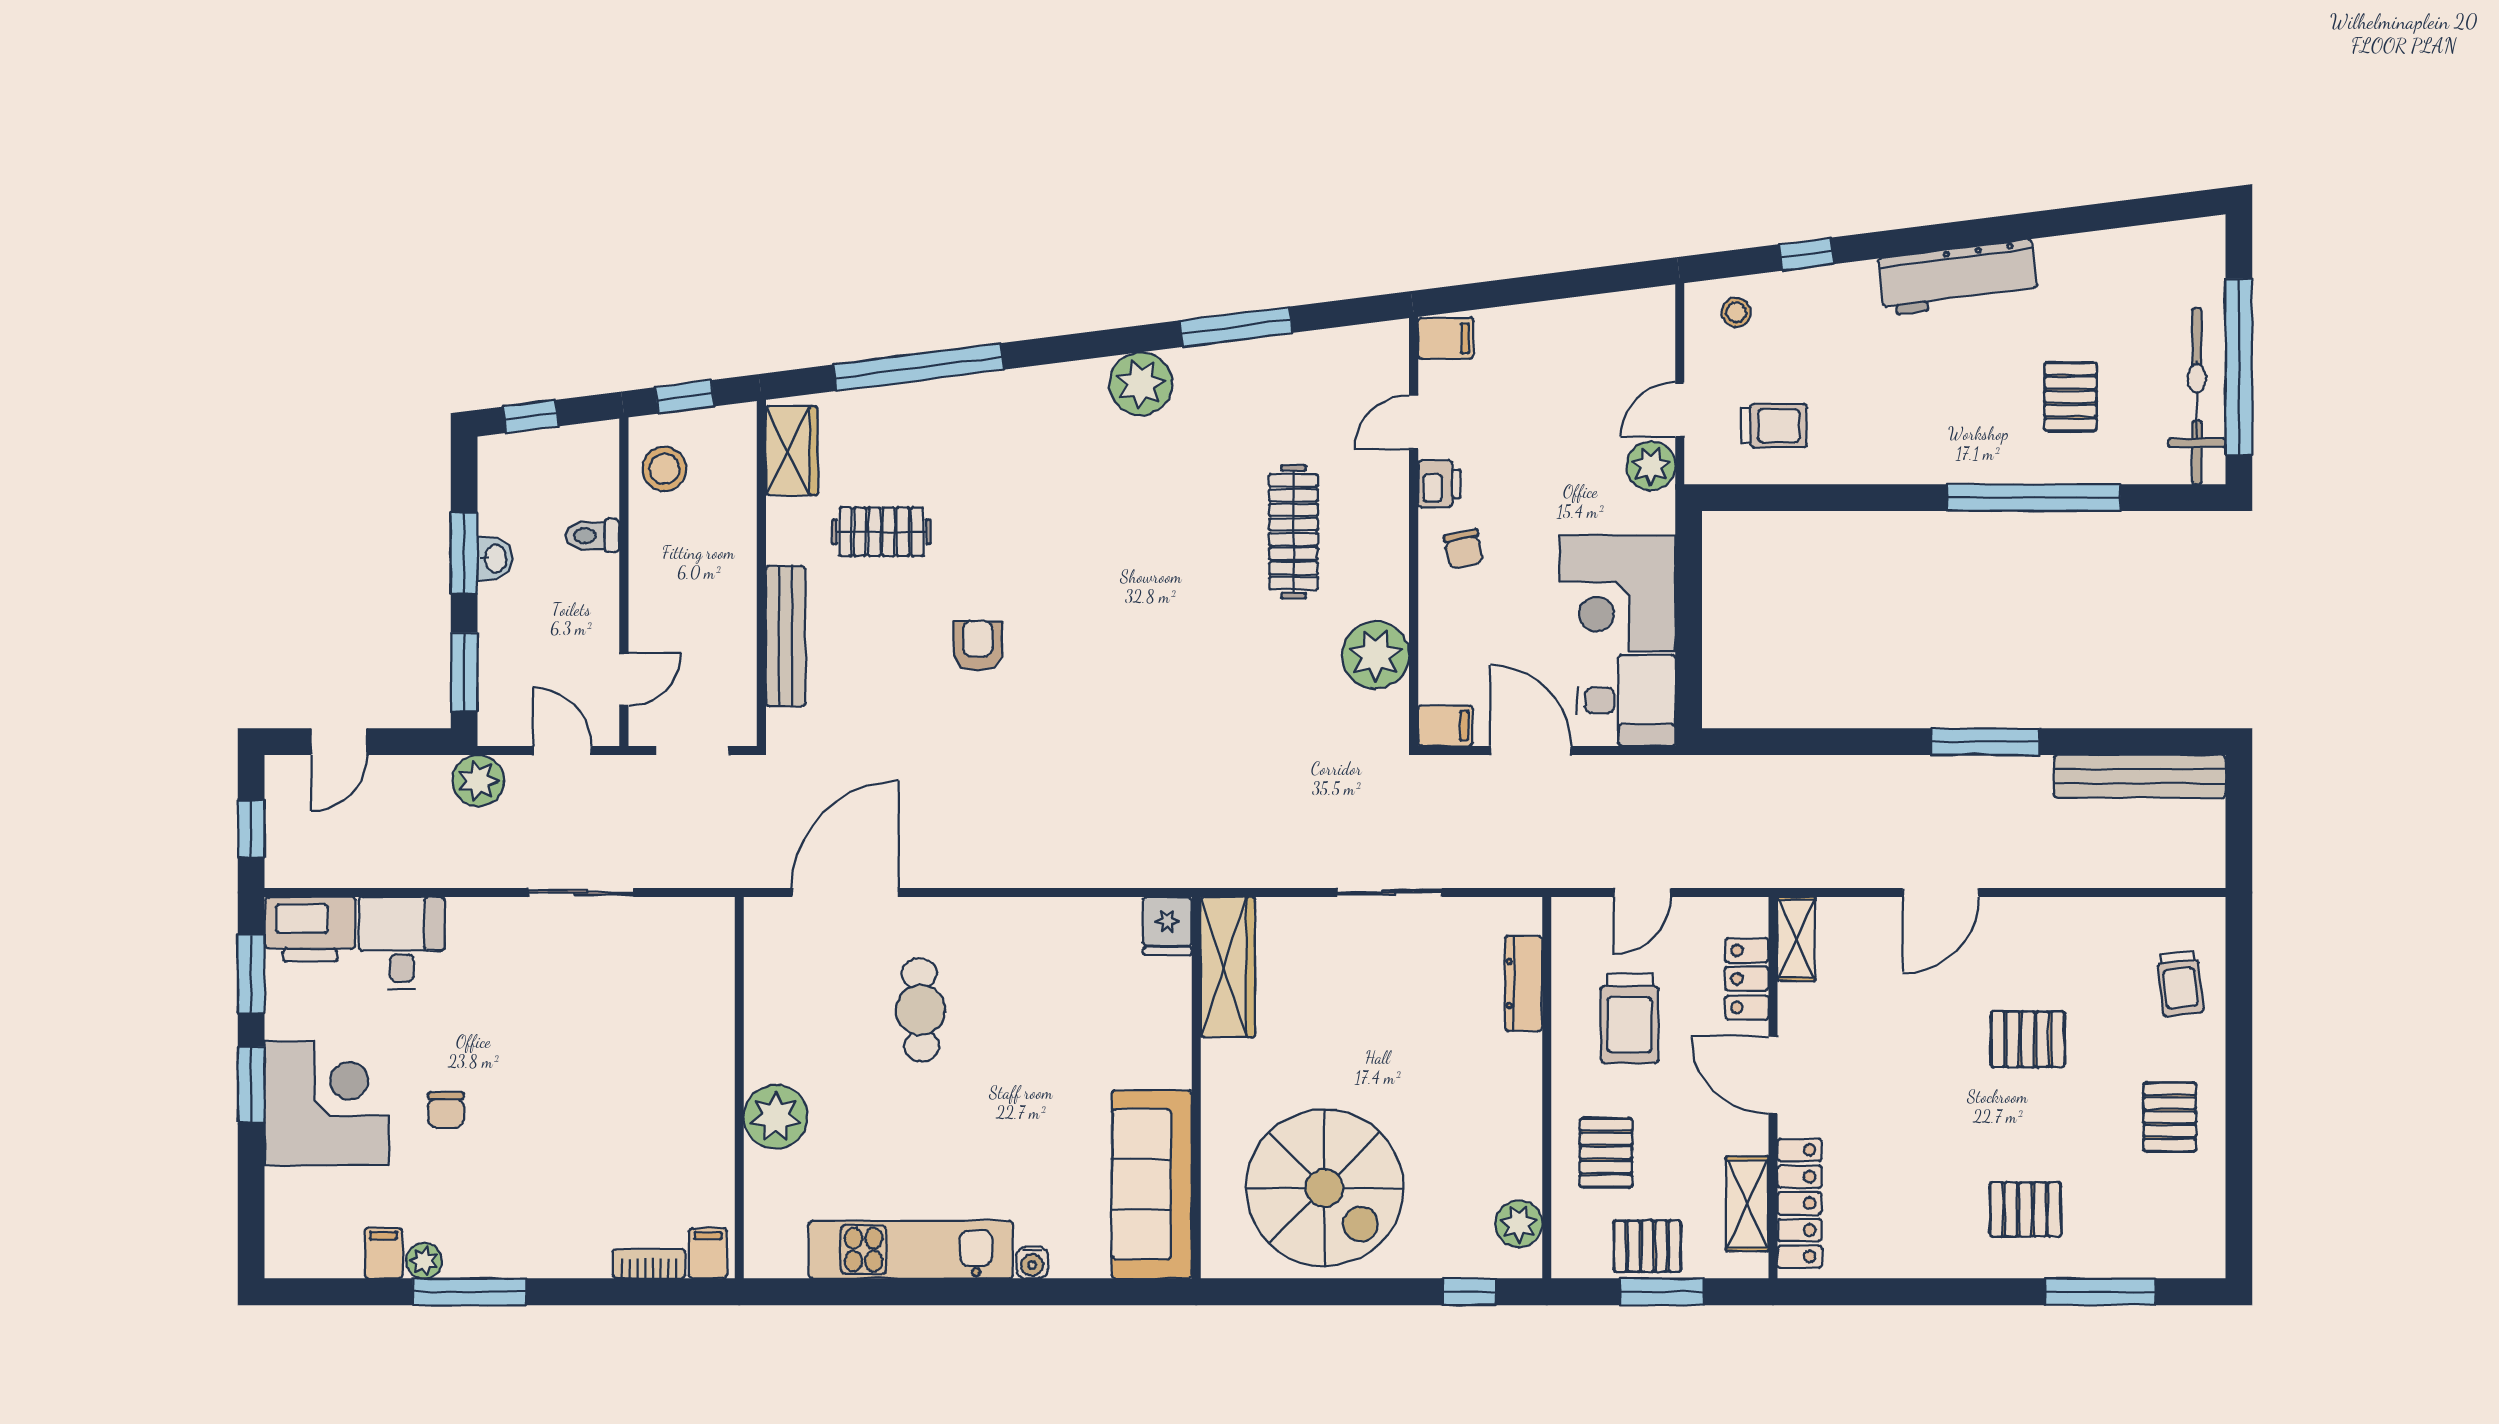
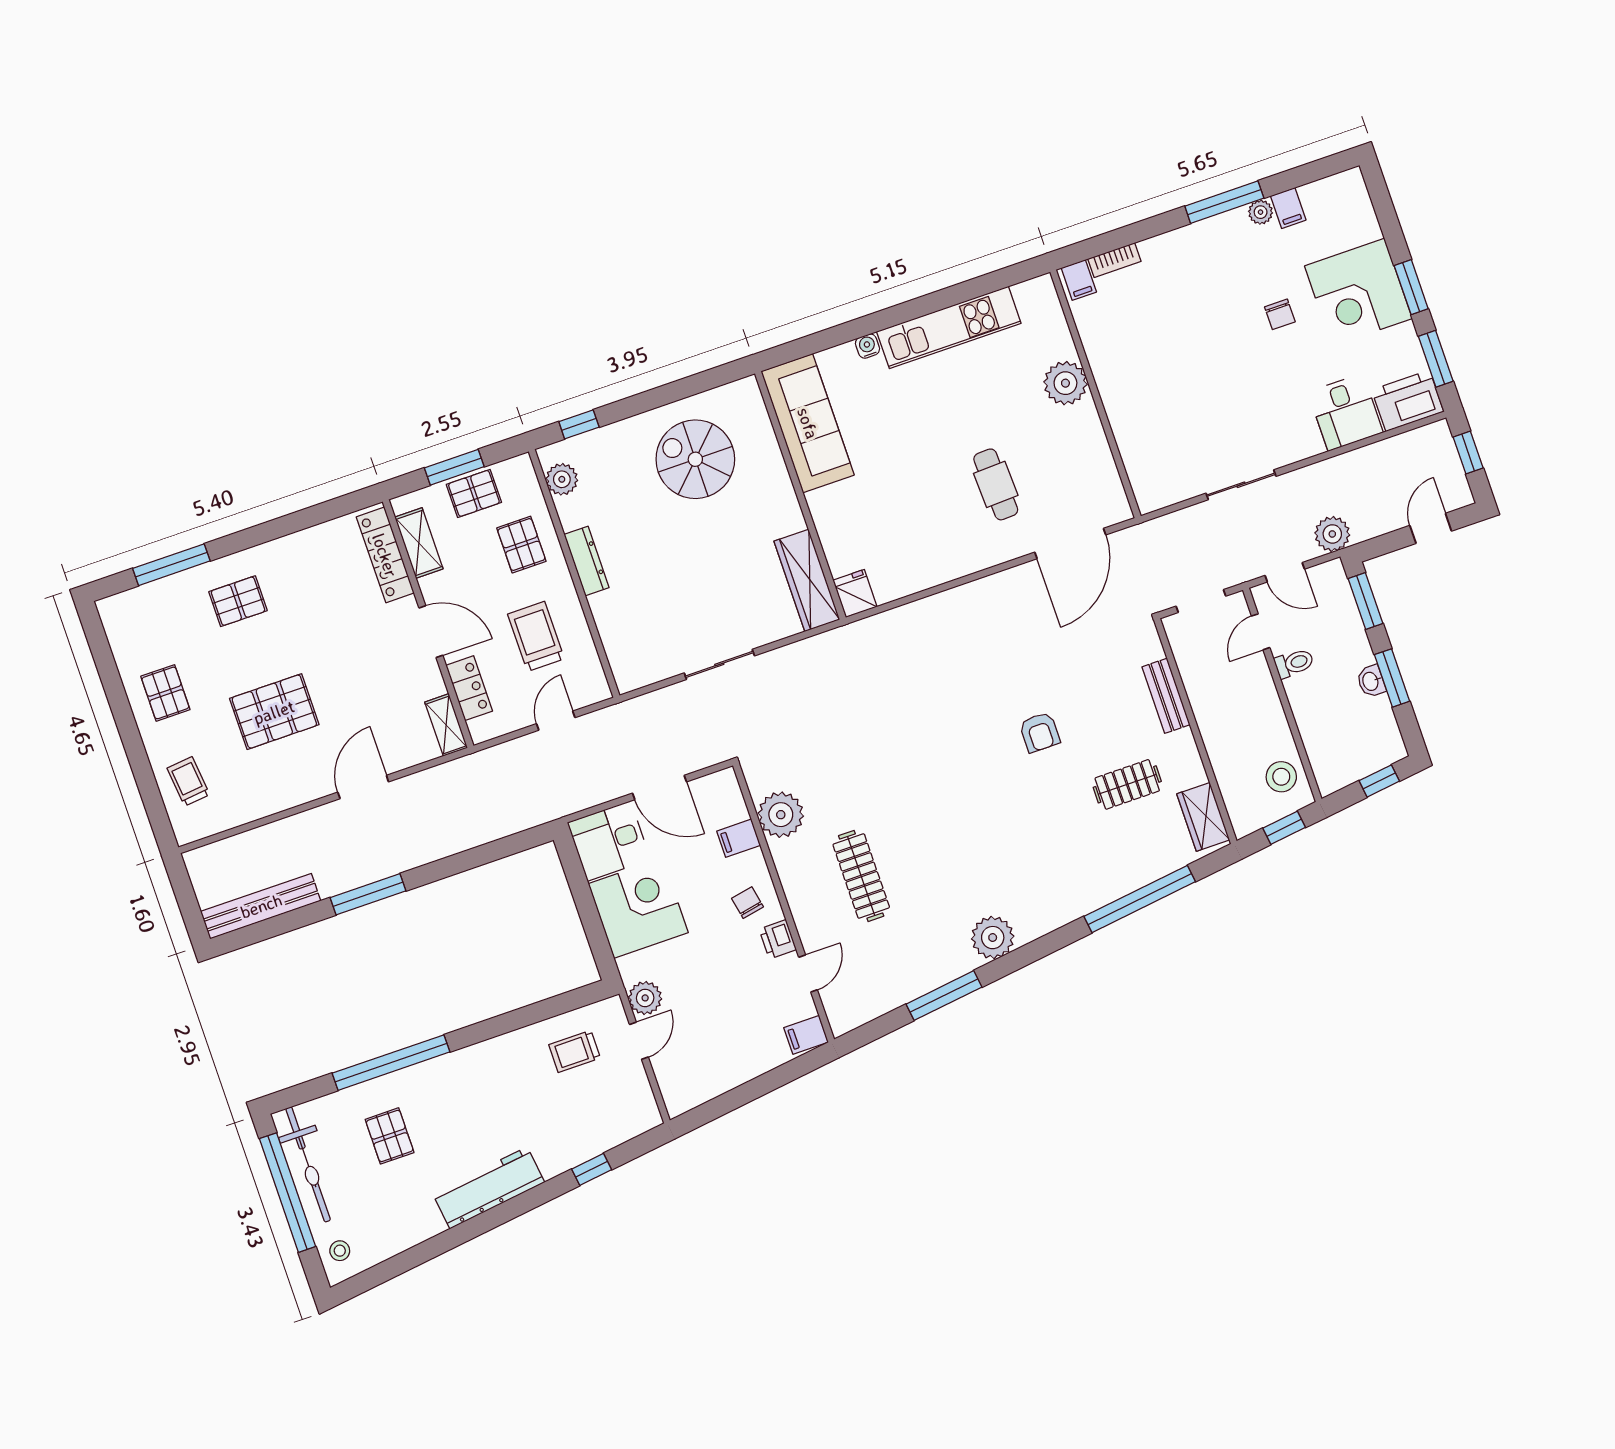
stool: (1736, 312) -> (340, 1251), moved
toilet: (592, 536) -> (1294, 663), moved
bench: (786, 636) -> (1166, 696), width x0.73
filing cabinet: (1445, 726) -> (739, 838), moved
dresser: (1524, 983) -> (587, 561), moved
pallet: (2028, 1039) -> (274, 712), width x1.50, depth x1.42
chair: (446, 1110) -> (1280, 314), turned 180
spiral stairs: (1324, 1188) -> (695, 459), width x0.73, depth x0.73

